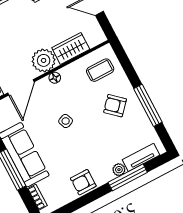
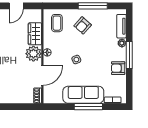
door: (21, 87) -> (42, 76), hinge flipped
window: (128, 177) -> (129, 55), moved
armchair: (83, 182) -> (118, 68), turned 90

